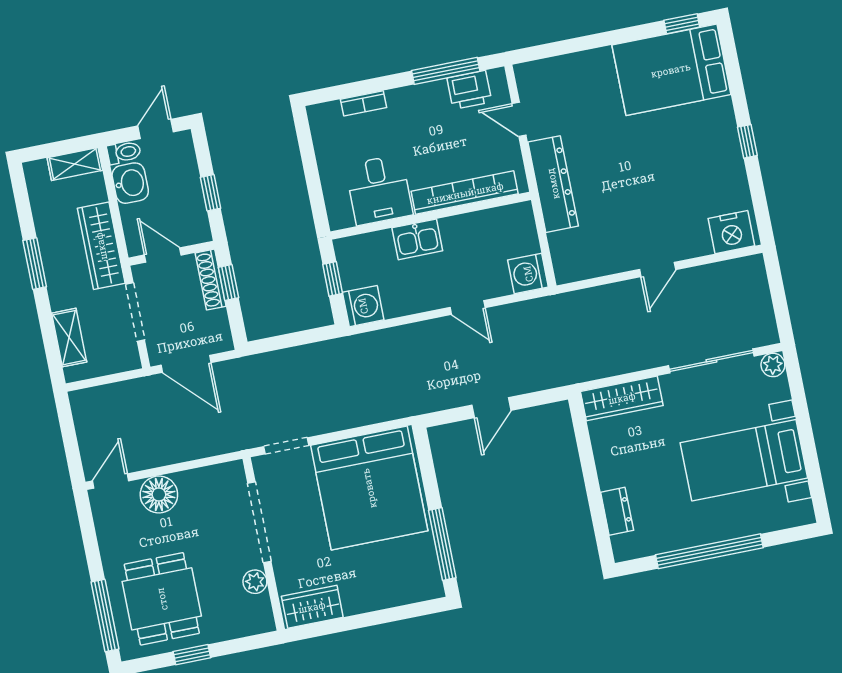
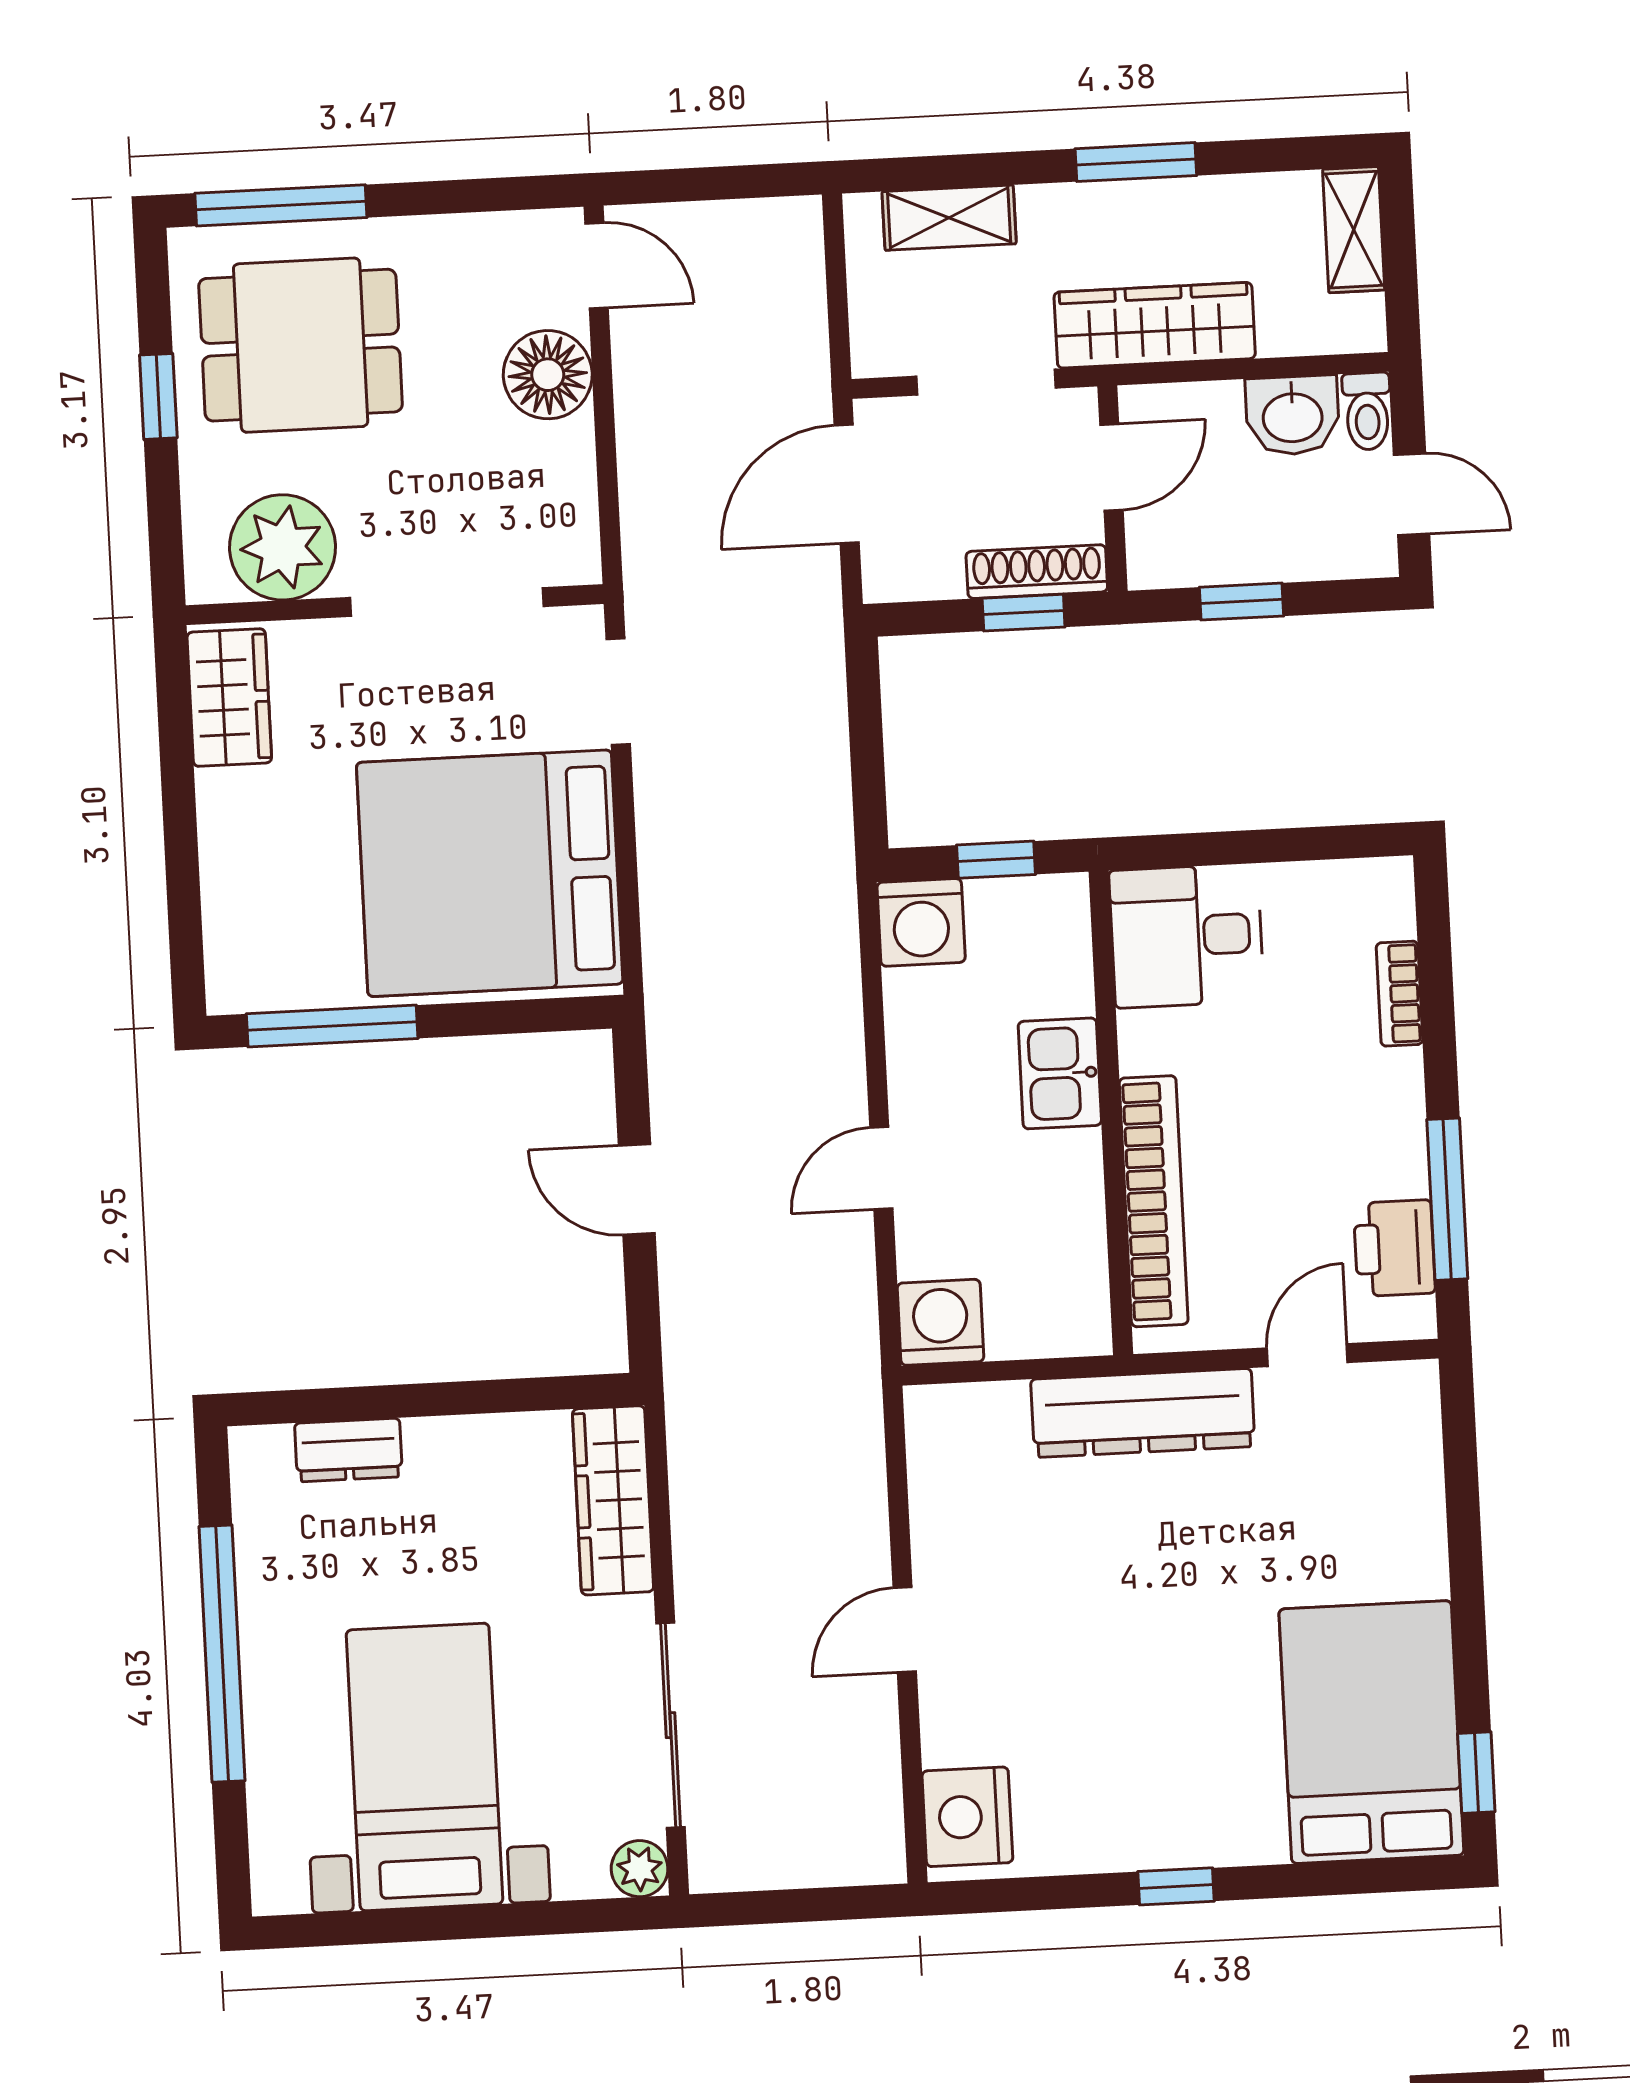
shelving: (75, 164) -> (1354, 230), moved
desk: (379, 190) -> (1187, 936), moved
door: (658, 270) -> (905, 1630), hinge flipped
plant: (255, 582) -> (283, 547), width x1.87, depth x1.87

